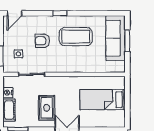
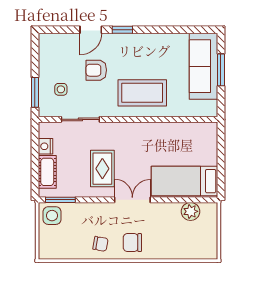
door: (15, 13) -> (91, 30), moved
coffee table: (76, 37) -> (142, 93), moved
bed: (103, 100) -> (184, 181), moved

